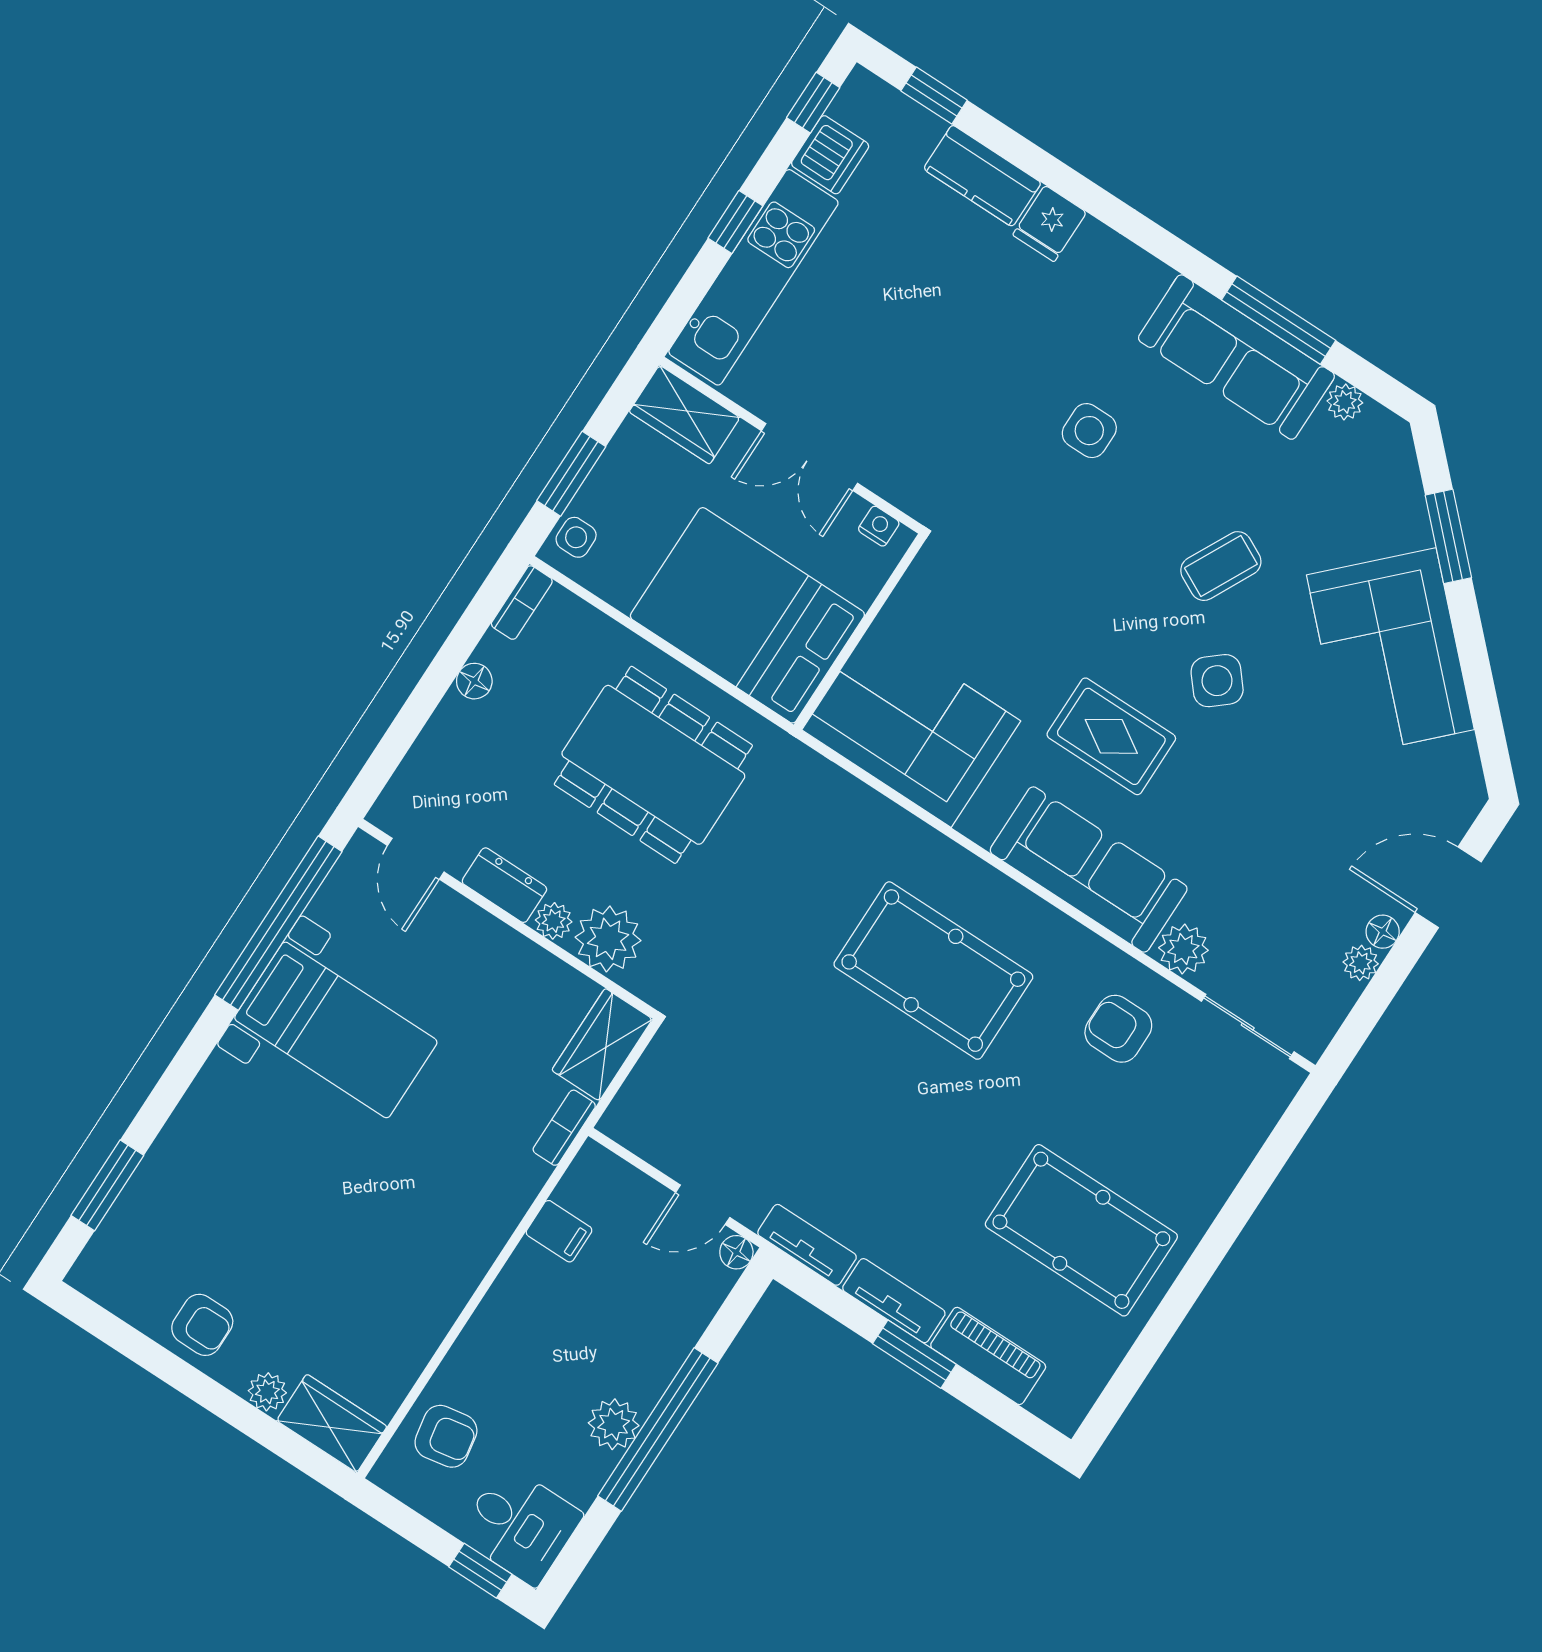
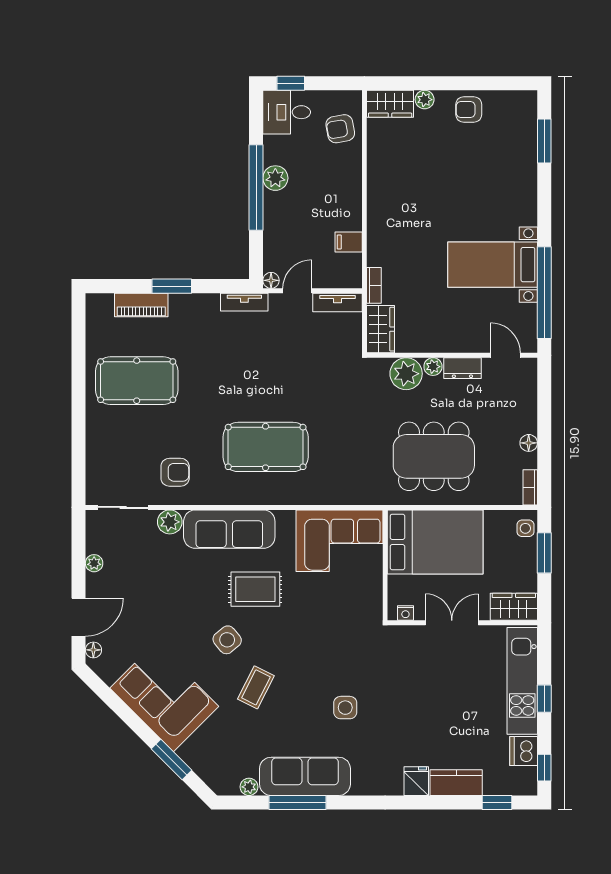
floor lamp: (1383, 932) -> (93, 650), moved
tv unit: (894, 1301) -> (338, 302), moved

